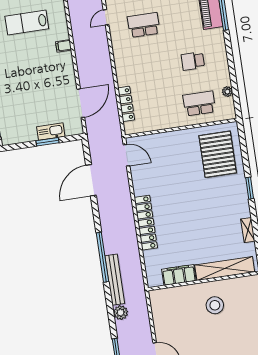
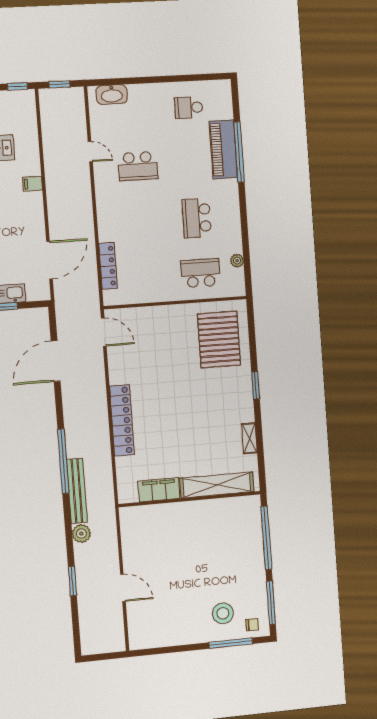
door: (106, 17) -> (90, 152), swing flipped
school desk: (144, 25) -> (138, 166), turned 180
school desk: (193, 61) -> (197, 218), width x1.85
stool: (215, 305) -> (201, 531), removed

